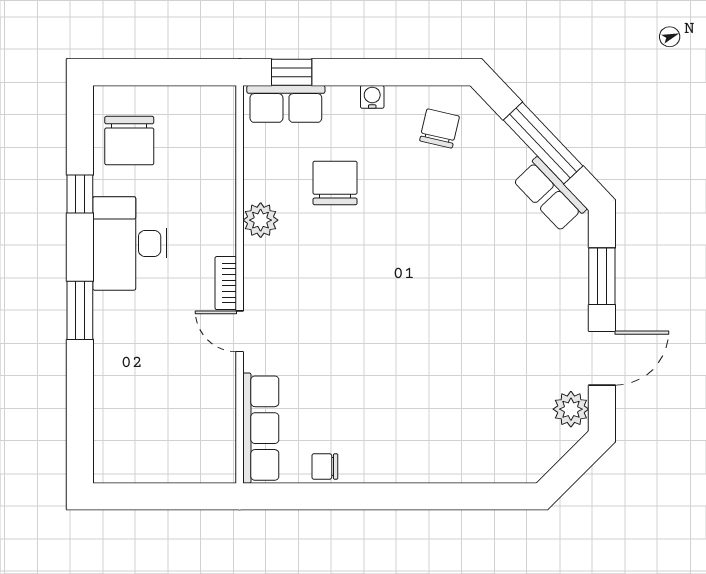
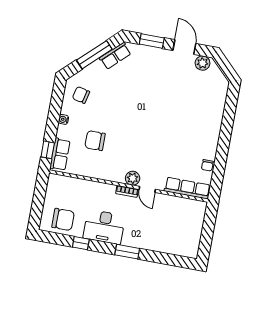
plant: (261, 220) -> (133, 178), moved
door: (240, 331) -> (147, 189), hinge flipped

